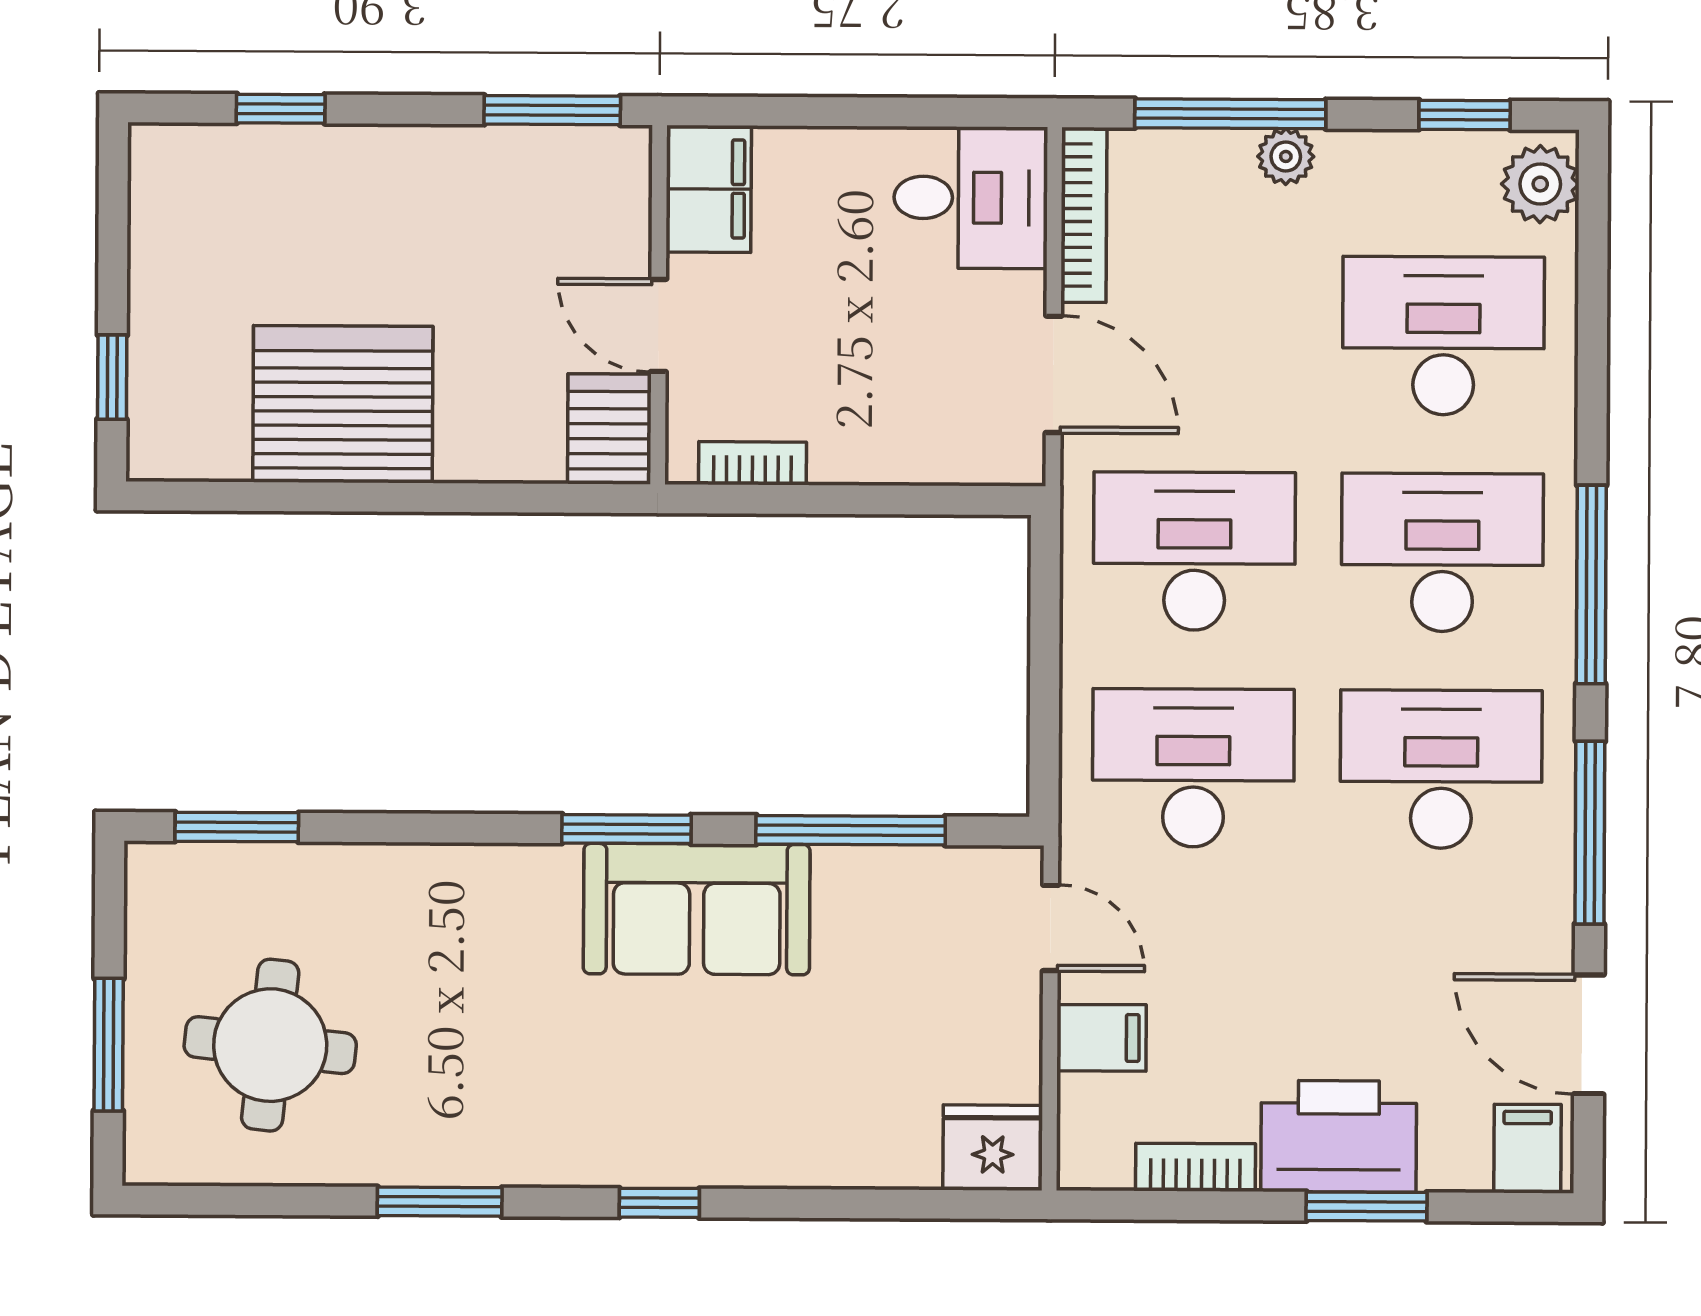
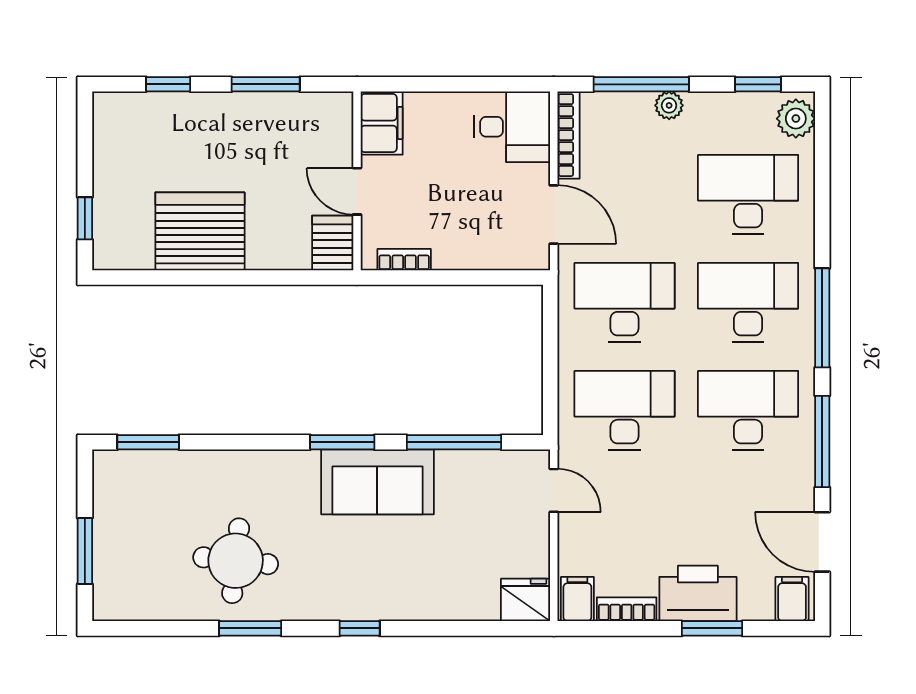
window: (552, 110) -> (266, 84), moved
filing cabinet: (1102, 1038) -> (577, 599), moved, turned -90
round table: (270, 1045) -> (236, 561), moved

